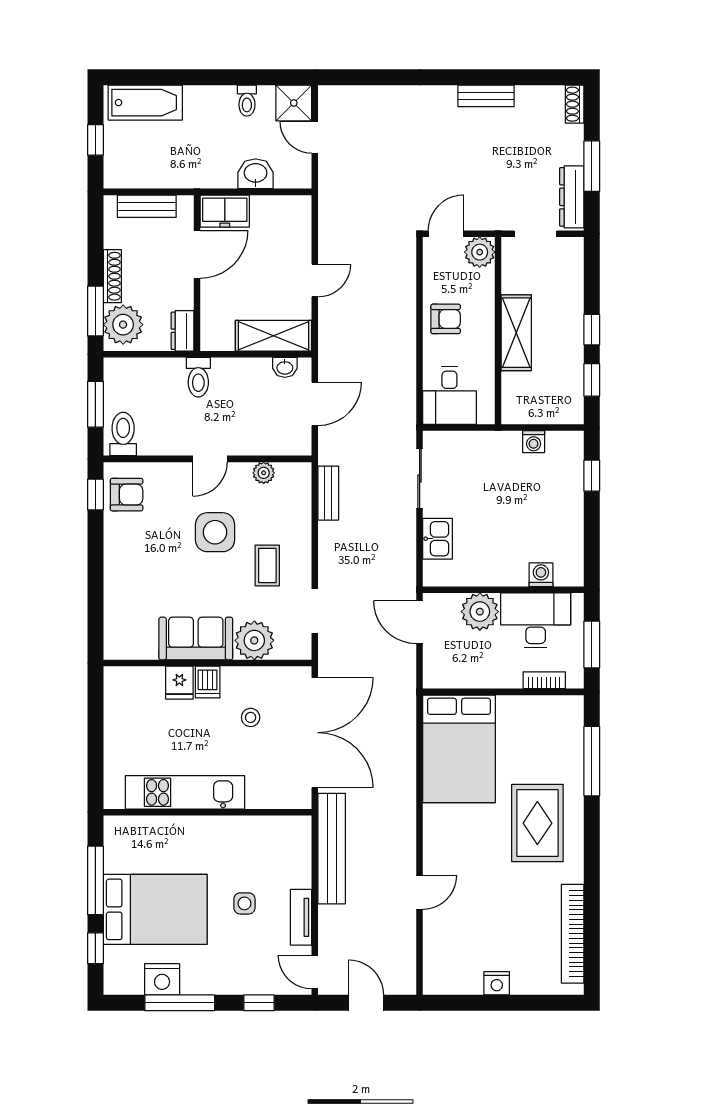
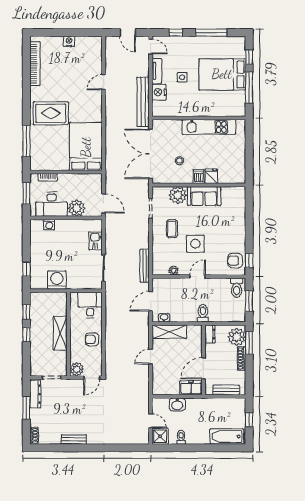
washing machine: (534, 442) -> (57, 280), width x1.89, depth x1.89
bench: (328, 493) -> (145, 266), width x1.36
rug: (537, 823) -> (51, 113), turned 90
nightstand: (162, 979) -> (159, 92), moved, turned -90

